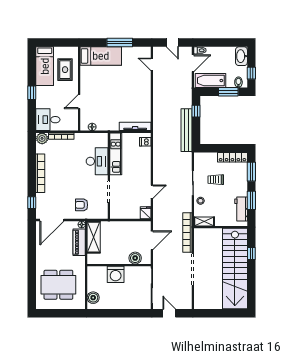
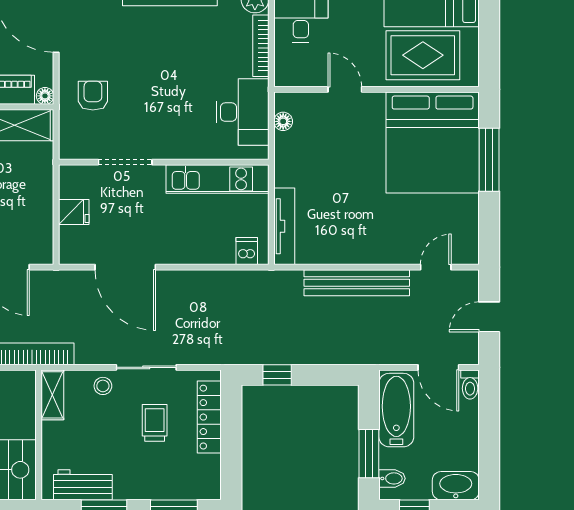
window: (120, 43) -> (489, 160), moved
bed: (101, 56) -> (433, 142), width x2.04
rug: (65, 70) -> (423, 55), width x1.36, depth x1.43
window: (196, 111) -> (277, 375), moved
bench: (187, 130) -> (357, 283), moved
locker: (232, 157) -> (209, 417), moved
desk: (97, 161) -> (243, 112), moved, turned -90
door: (152, 192) -> (125, 267), width x1.88
fridge: (146, 213) -> (74, 212), moved

